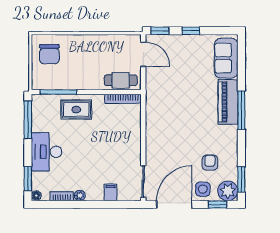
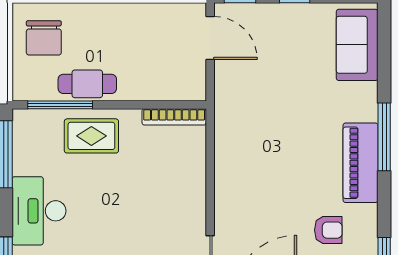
cafe table: (121, 80) -> (87, 84), moved
piano: (228, 102) -> (361, 163), moved
armchair: (210, 163) -> (328, 230), turned 90

